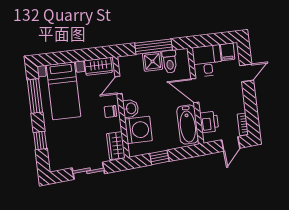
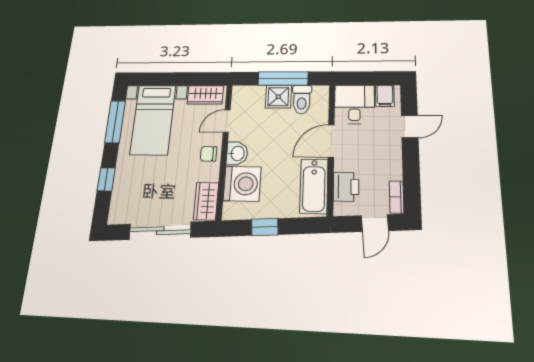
door: (195, 91) -> (331, 141), hinge flipped
sliding door: (88, 171) -> (160, 231), width x1.37

